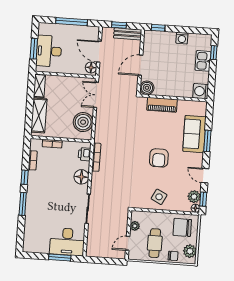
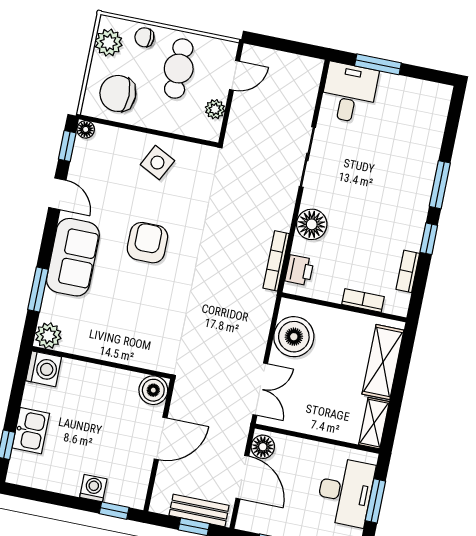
bench: (128, 34) -> (199, 510), moved
washing machine: (182, 38) -> (93, 488), moved
piano: (162, 105) -> (127, 351), removed
sofa: (194, 134) -> (73, 257), moved
window: (207, 141) -> (38, 290), moved
plant: (194, 197) -> (48, 336), moved
chair: (182, 227) -> (118, 93), turned 180
desk: (67, 242) -> (349, 93), width x0.73

